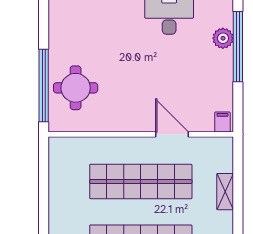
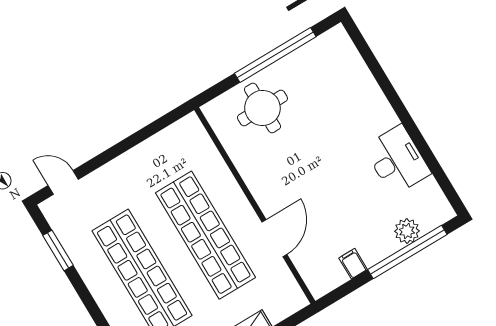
window: (44, 86) -> (275, 55), moved
filing cabinet: (222, 122) -> (353, 264), moved, turned -90

